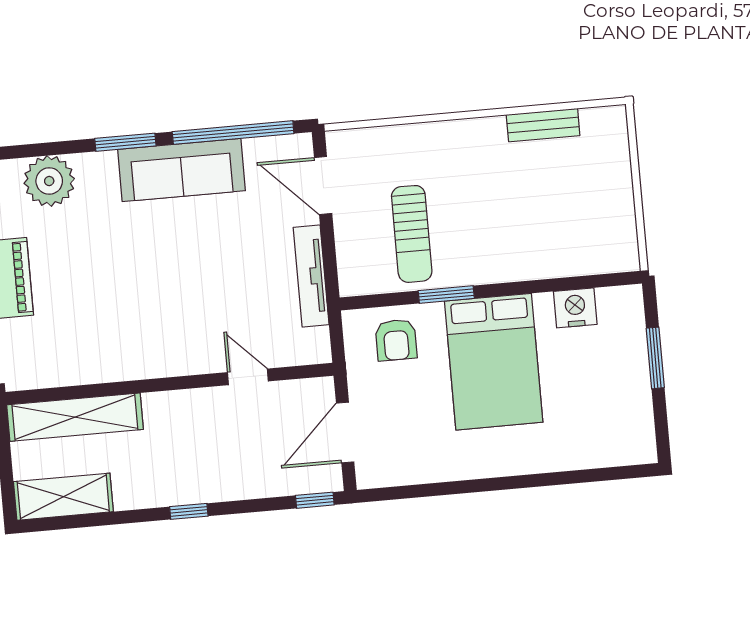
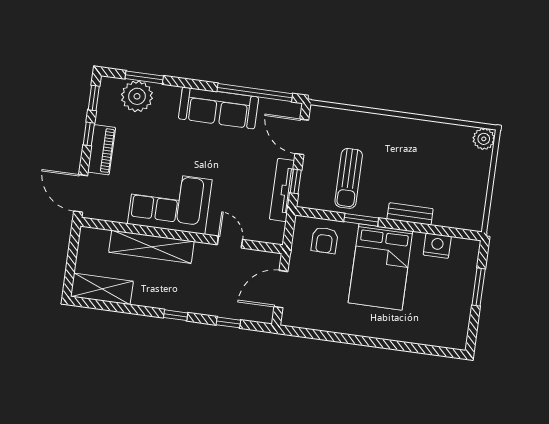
plant: (610, 123) -> (484, 139), added
bench: (543, 125) -> (410, 214), moved
window: (125, 142) -> (144, 77), moved
window: (330, 258) -> (296, 181), added
corner sofa: (139, 335) -> (170, 202), added
shelving: (75, 417) -> (151, 247), moved
window: (315, 500) -> (228, 322), moved

